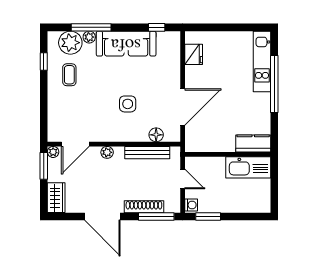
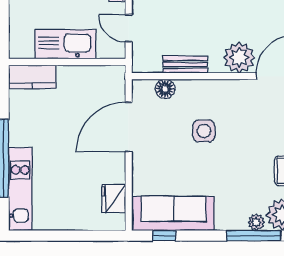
sofa: (126, 44) -> (173, 213), moved
plant: (107, 152) -> (239, 57), width x1.87, depth x1.87
bench: (147, 153) -> (185, 65), width x0.73
kitchen sink: (248, 167) -> (65, 44), moved

